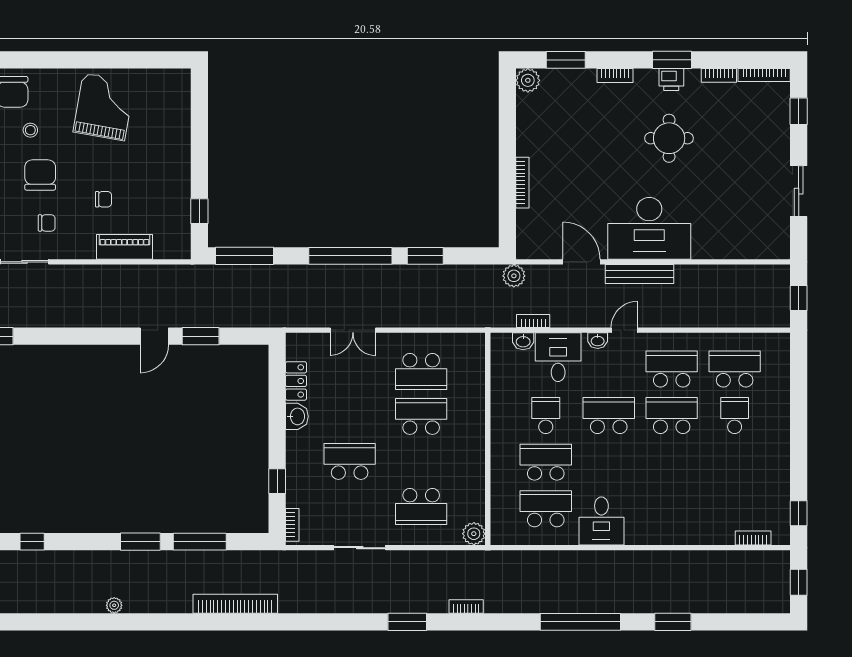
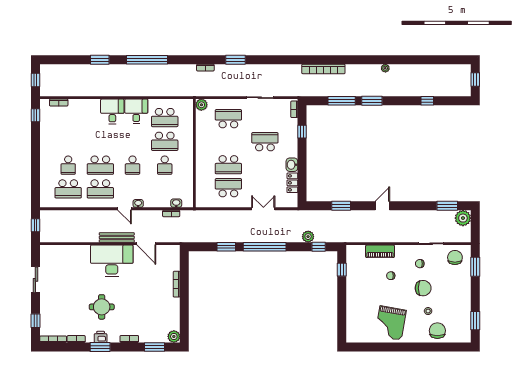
chair: (40, 175) -> (423, 288), turned -90
window: (245, 256) -> (319, 247), width x0.46
plant: (514, 276) -> (308, 237), moved
door: (624, 330) -> (124, 209), hinge flipped
door: (154, 336) -> (382, 206), moved
desk: (558, 357) -> (112, 111), moved, turned 180
school desk: (609, 416) -> (133, 165), width x0.54
school desk: (350, 461) -> (265, 142), turned 180

